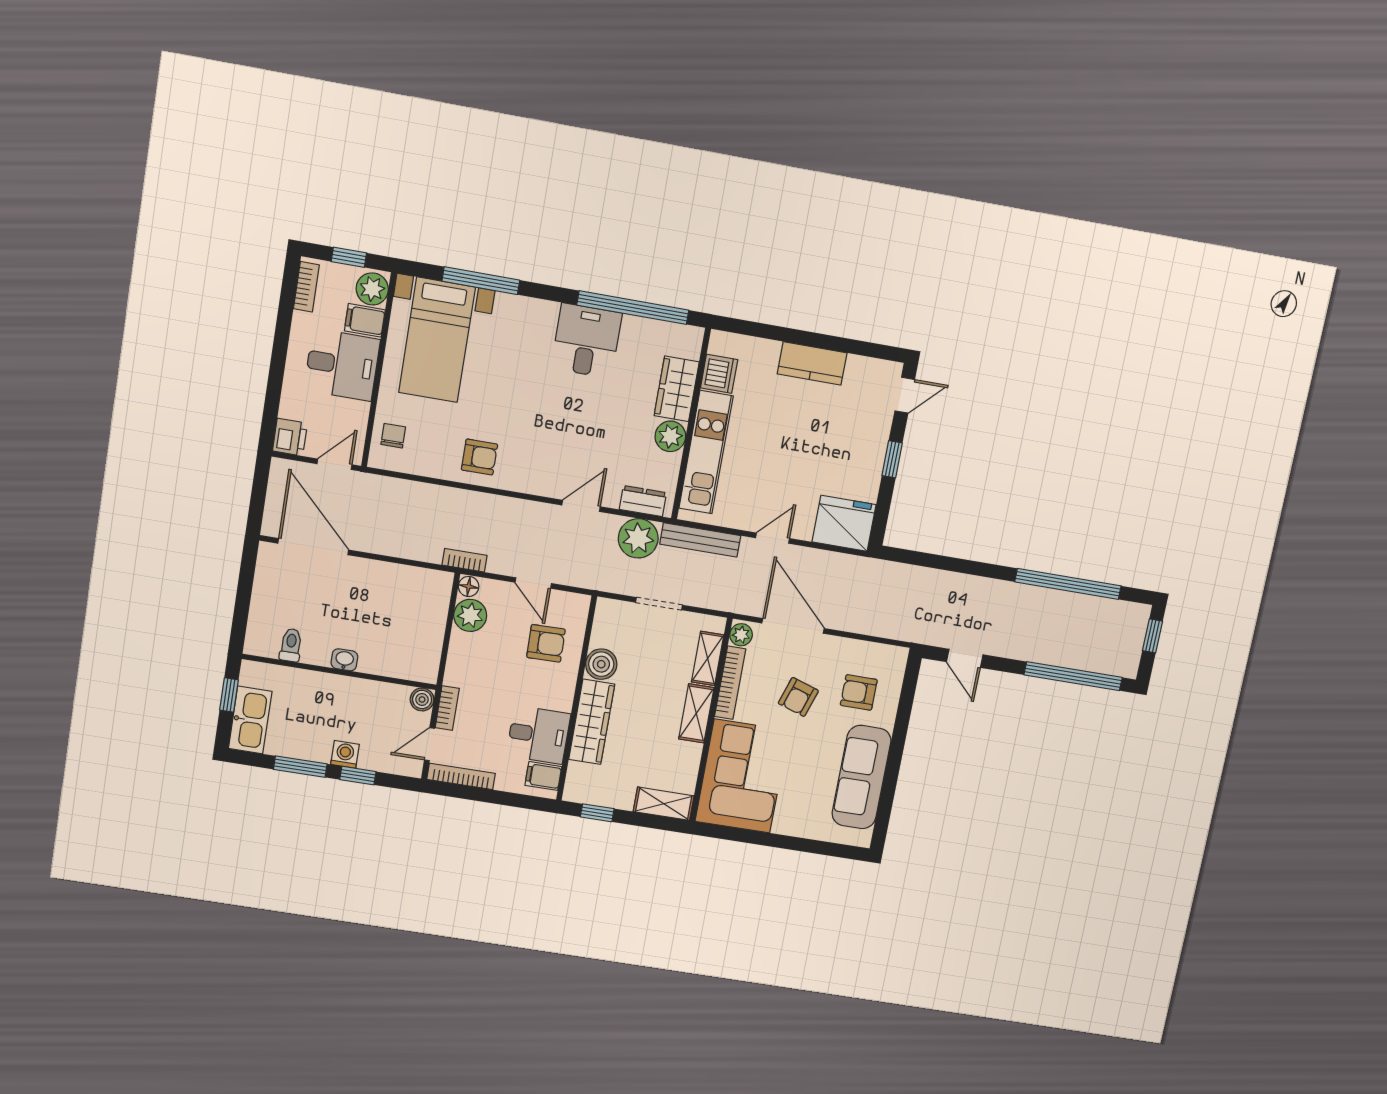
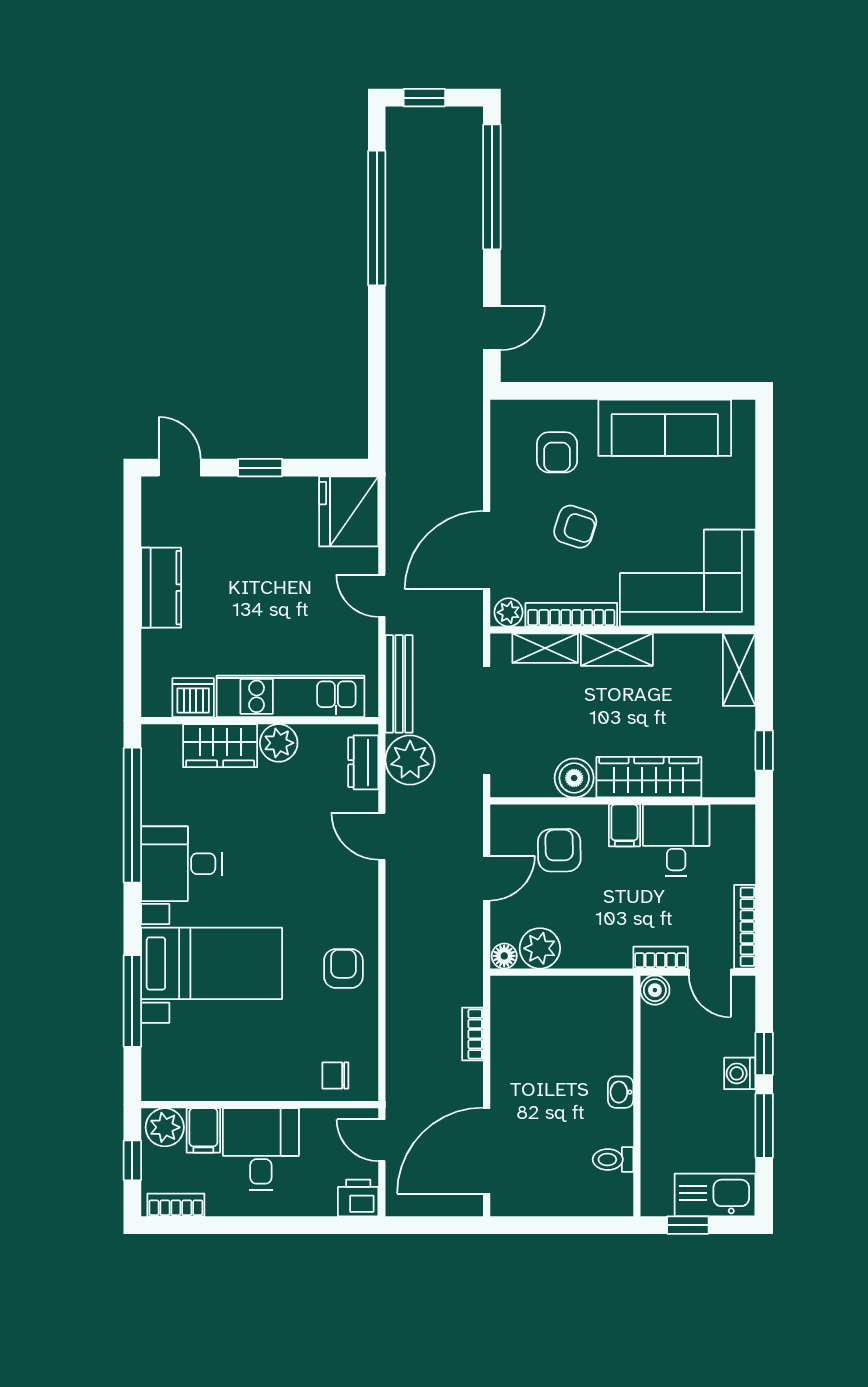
bed with nightstands: (437, 340) -> (212, 963), moved
bookcase: (465, 560) -> (473, 1034), moved
doorway: (659, 604) -> (487, 720), width x1.87
filing cabinet: (543, 776) -> (624, 825), moved

